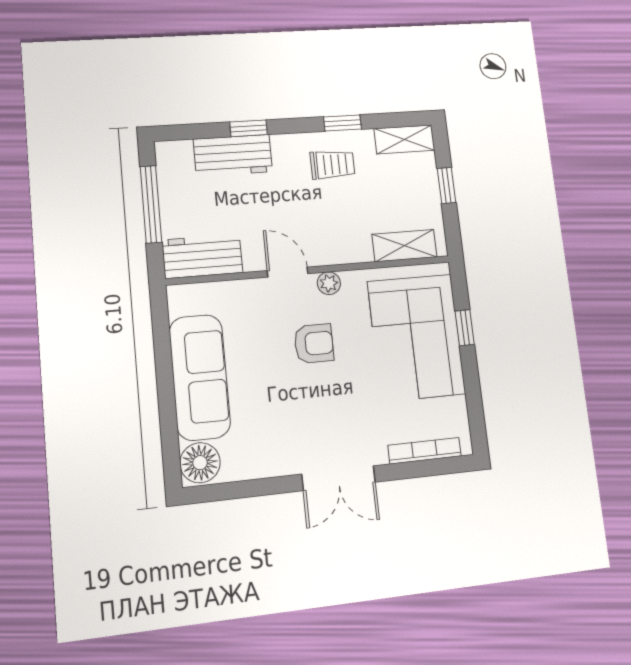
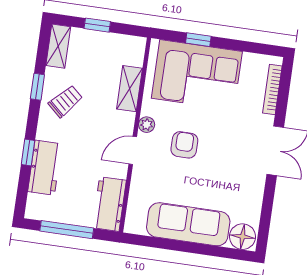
trolley: (332, 165) -> (65, 101), turned 42
shelving: (405, 246) -> (129, 89), moved

